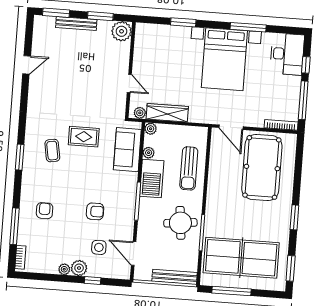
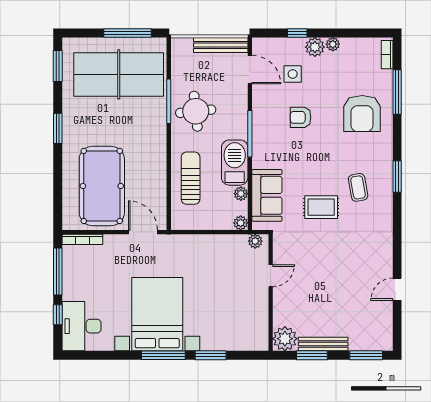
bench: (76, 24) -> (323, 344), moved
window: (248, 27) -> (163, 355), moved
door: (129, 84) -> (271, 276), swing flipped
wardrobe: (167, 113) -> (222, 244), removed
armchair: (45, 211) -> (362, 114), width x1.88, depth x1.88
bench: (175, 277) -> (221, 45), moved

